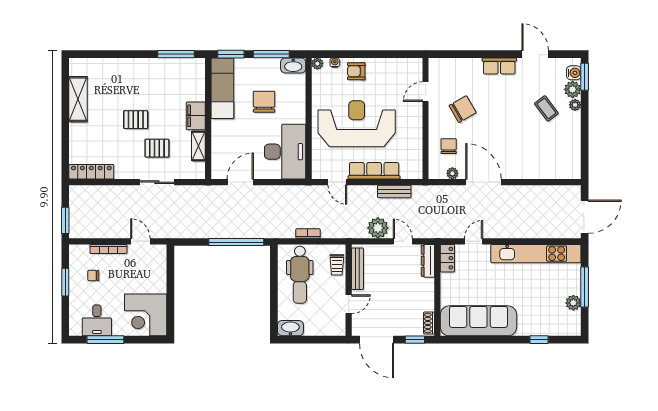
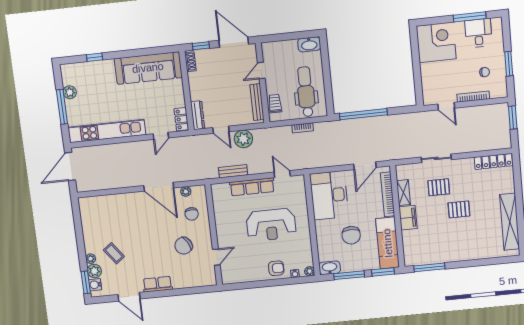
shelving: (78, 99) -> (510, 222), width x1.47
reception desk: (357, 124) -> (271, 225), width x0.74, depth x0.77
bookcase: (217, 146) -> (388, 194), added

